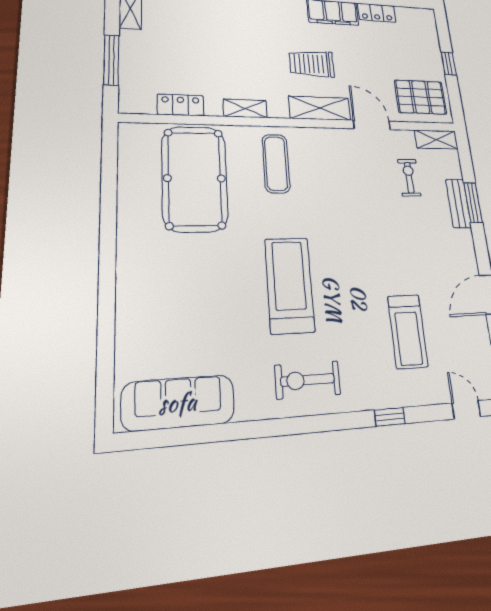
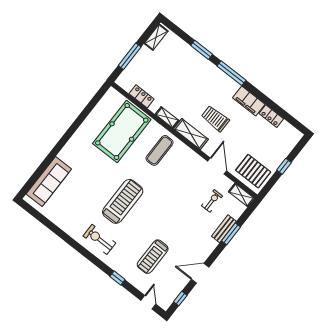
shelving: (320, 108) -> (191, 134), moved
sofa: (178, 403) -> (49, 182), moved, turned 90

